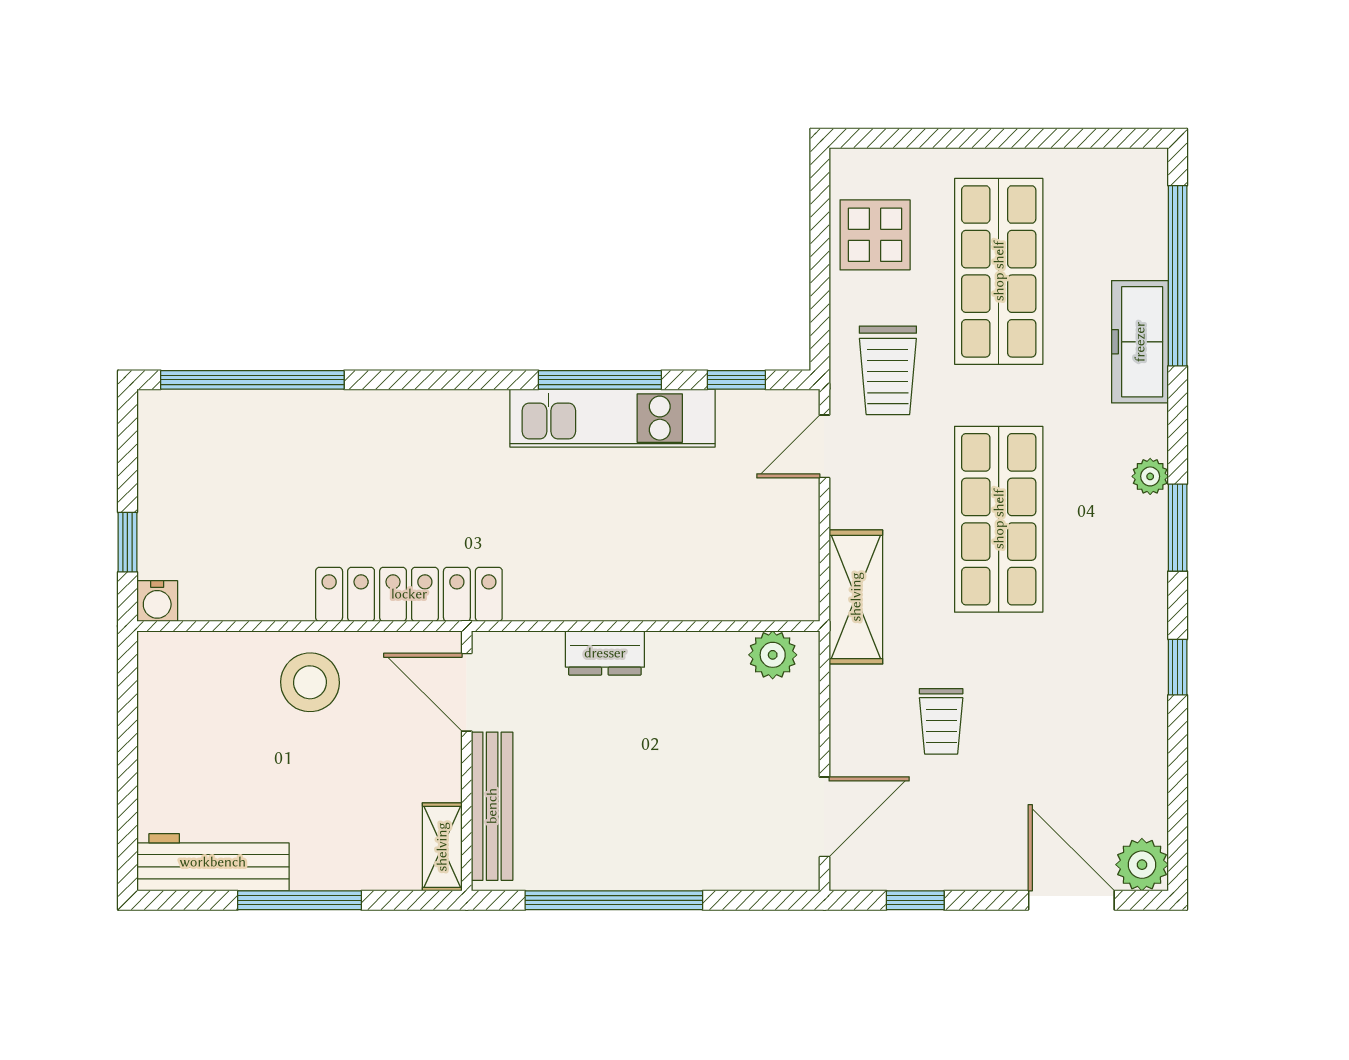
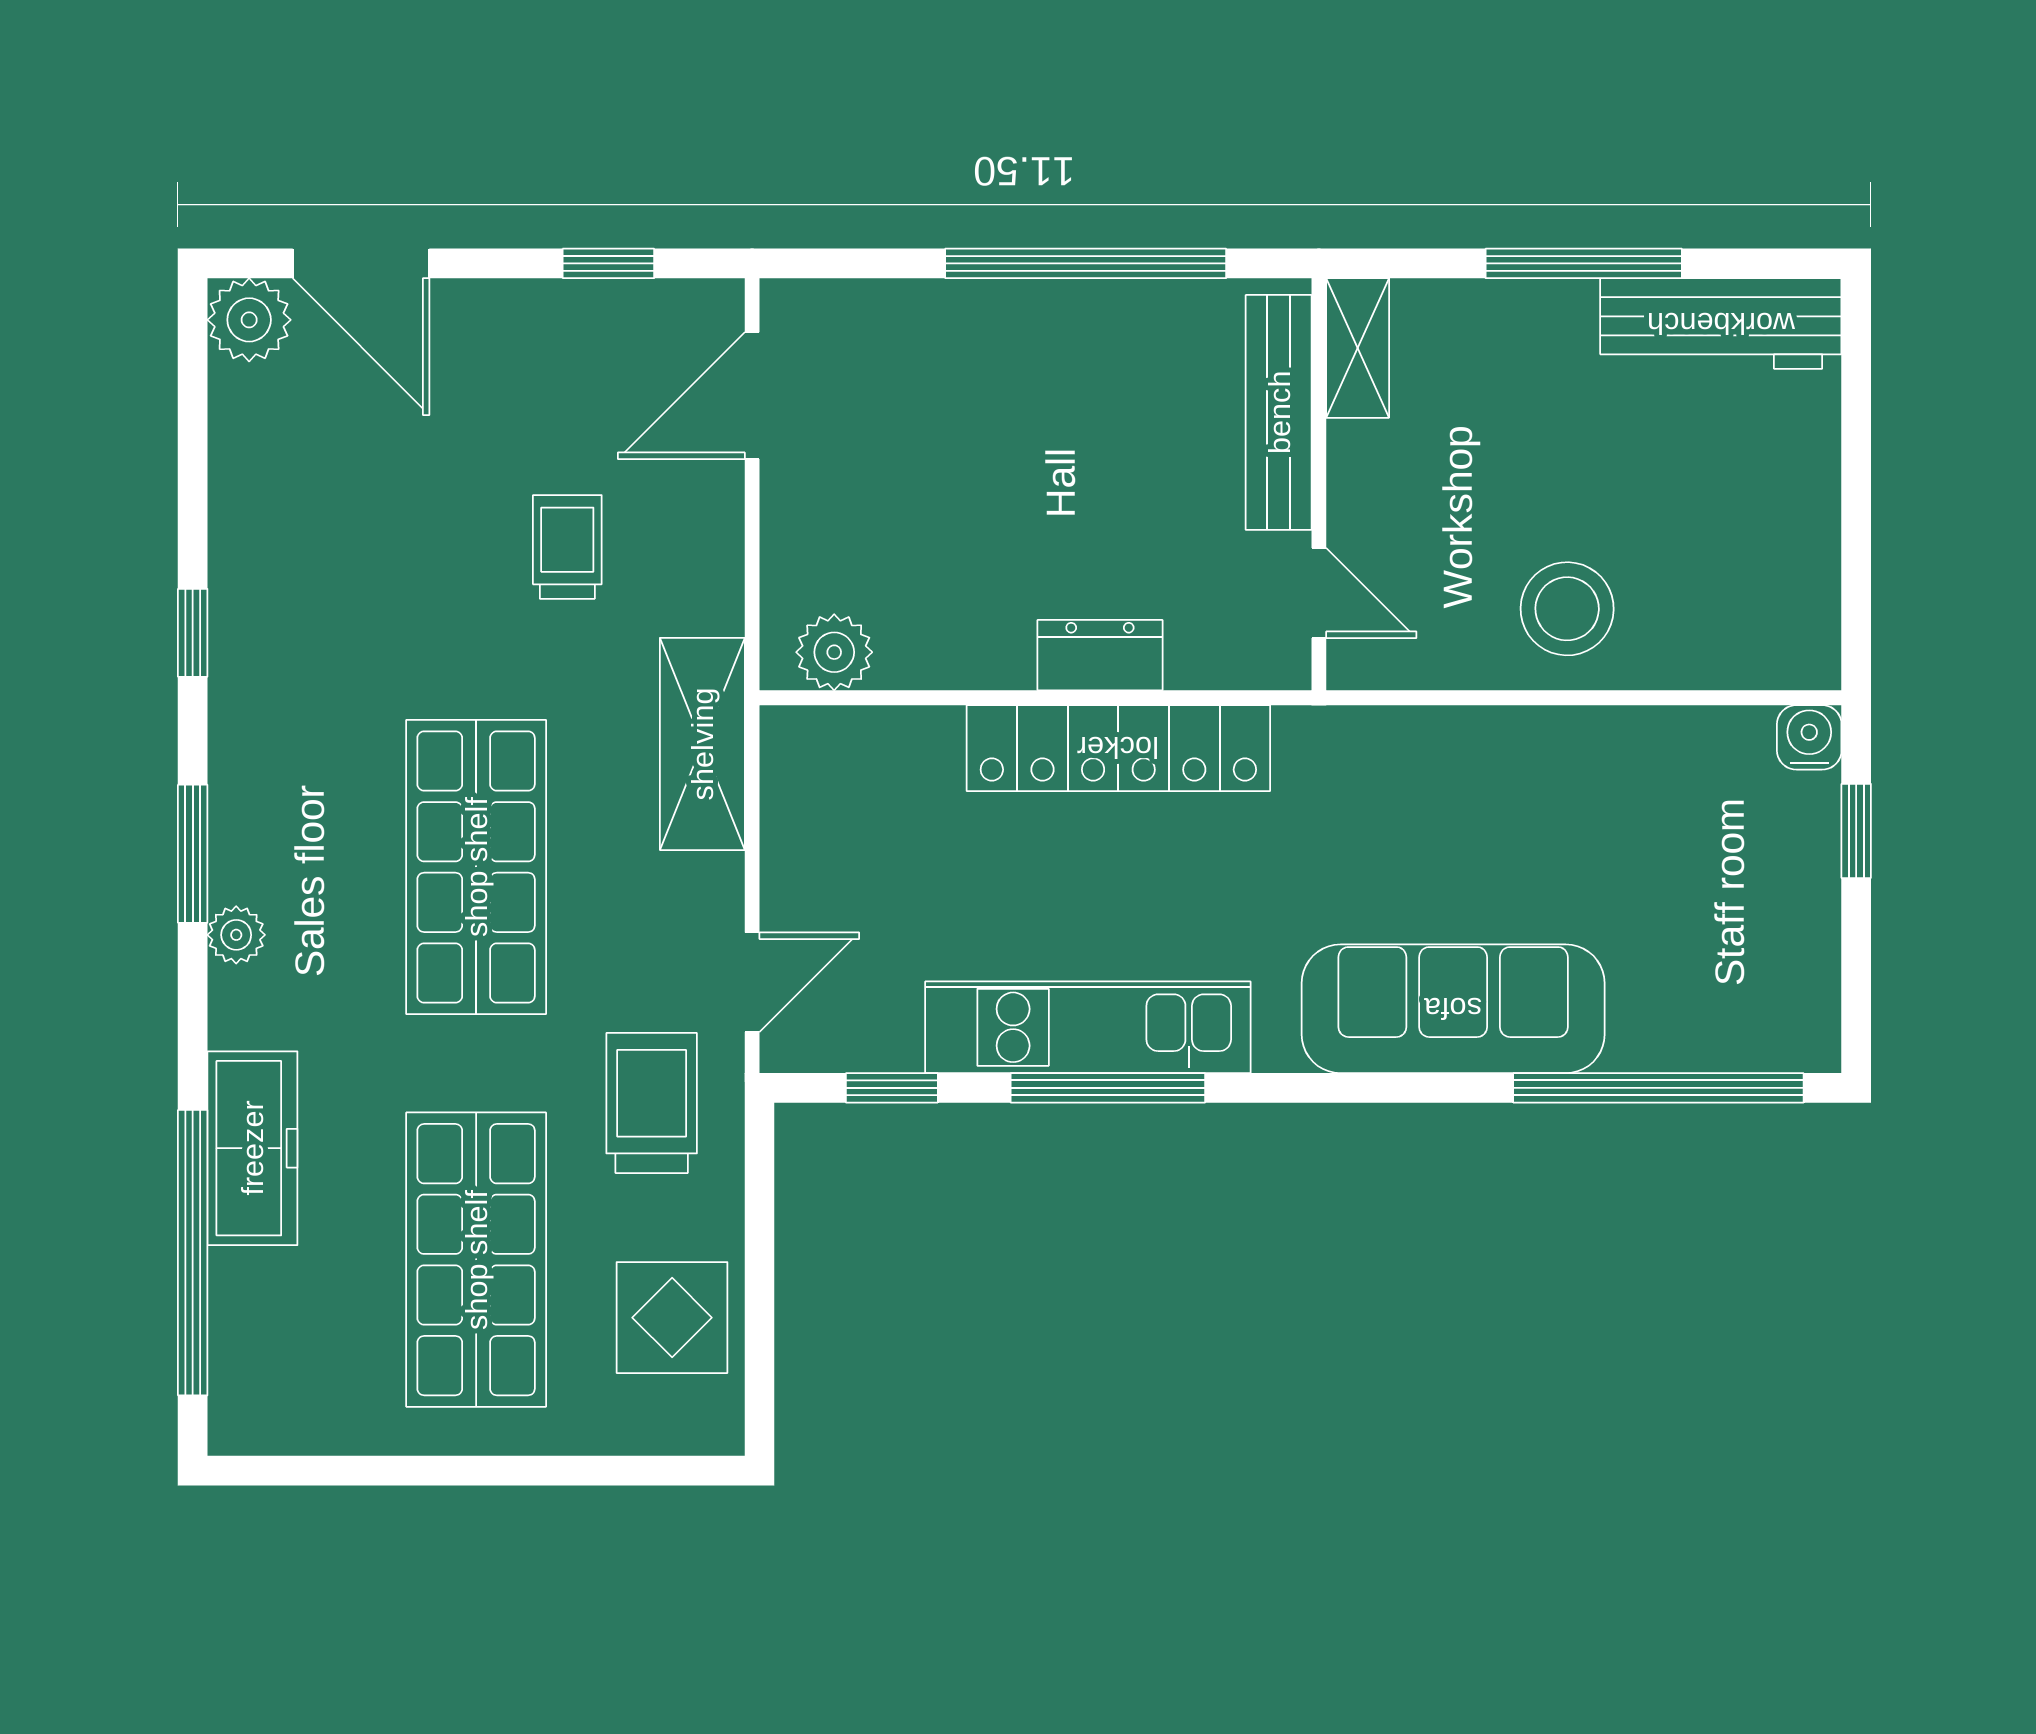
sofa: (382, 430) -> (1453, 1009), added
locker: (409, 594) -> (1118, 748), moved
door: (467, 692) -> (1319, 593), width x0.73

